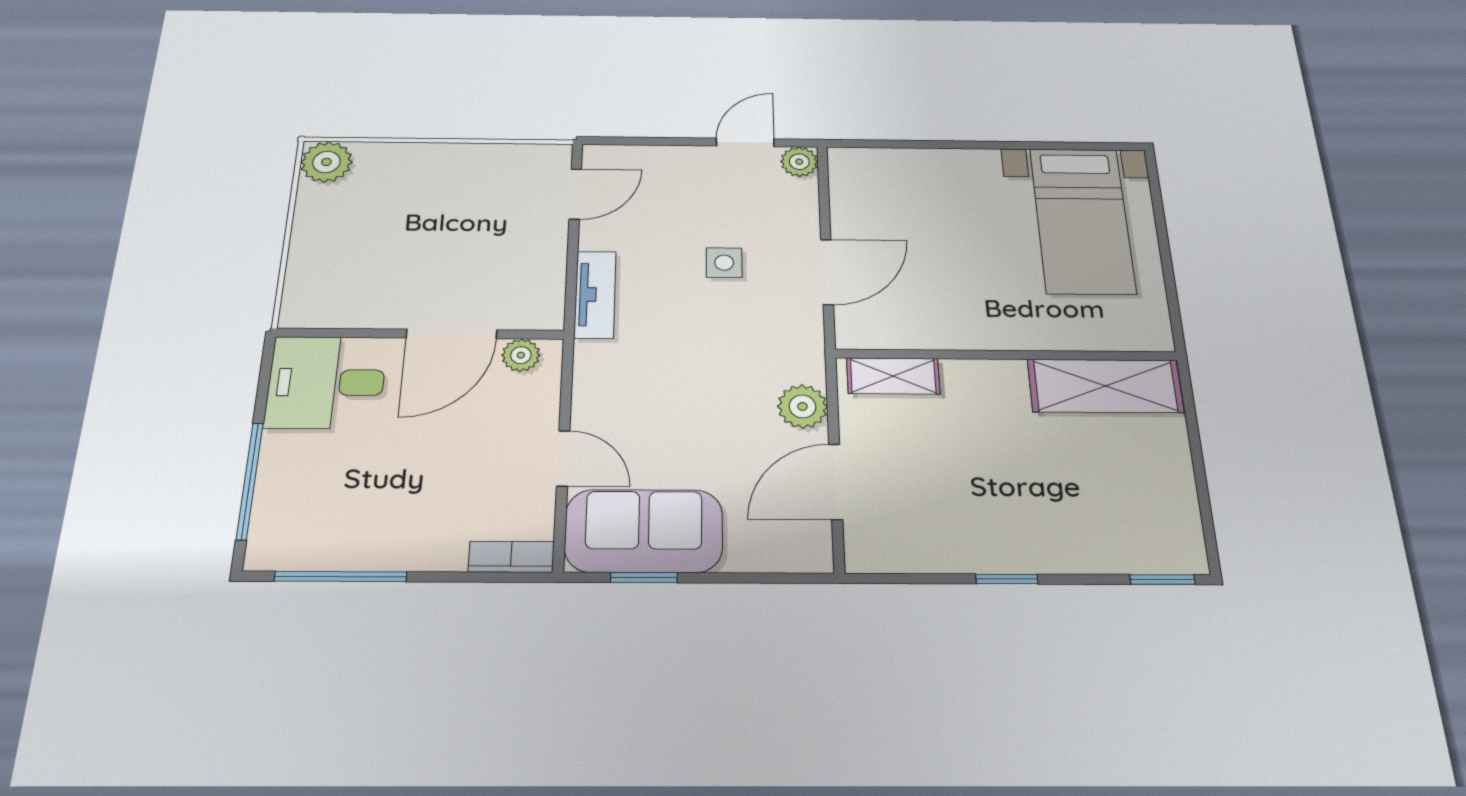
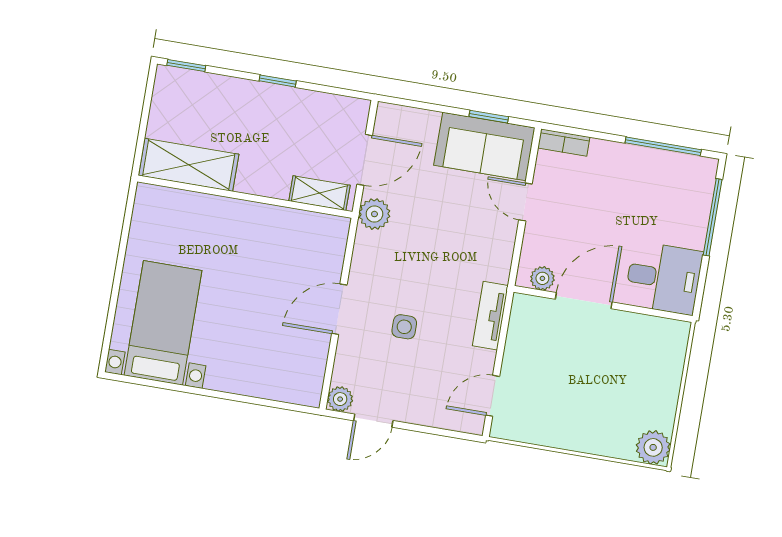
wall: (1006, 355) -> (245, 197), moved
shelving: (893, 376) -> (319, 193), moved
shelving: (1105, 386) -> (189, 165), moved

